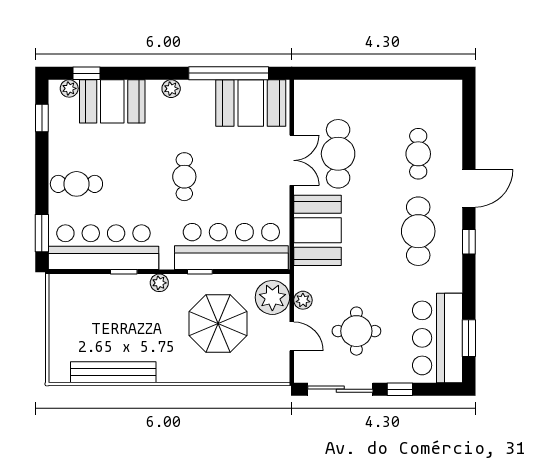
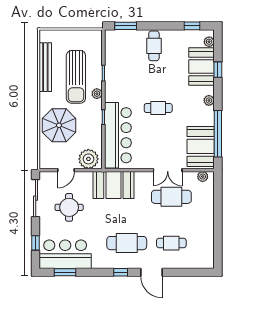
window: (86, 73) -> (218, 70), moved
booth: (317, 230) -> (113, 185), moved
bar counter: (103, 247) -> (117, 61), removed
plant: (303, 300) -> (203, 177), moved
sun lounger: (130, 319) -> (76, 77), added
parasol: (218, 323) -> (59, 125), moved
window: (400, 389) -> (36, 243), moved

